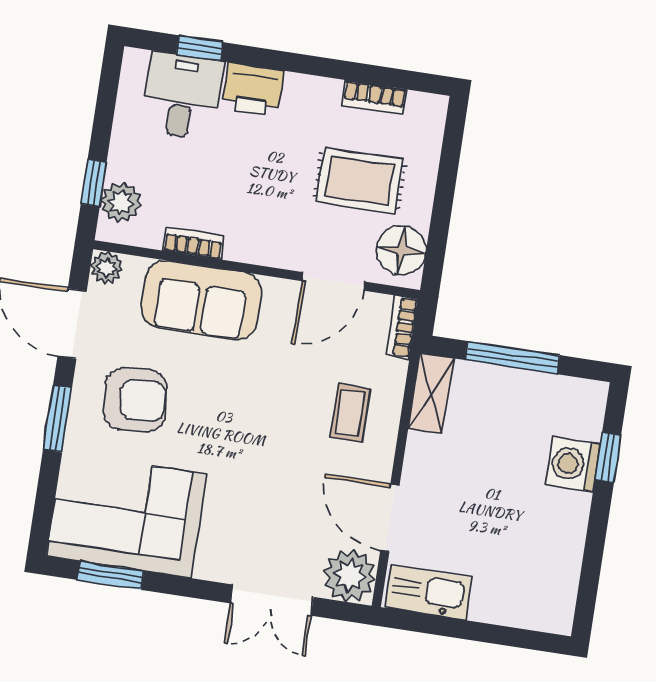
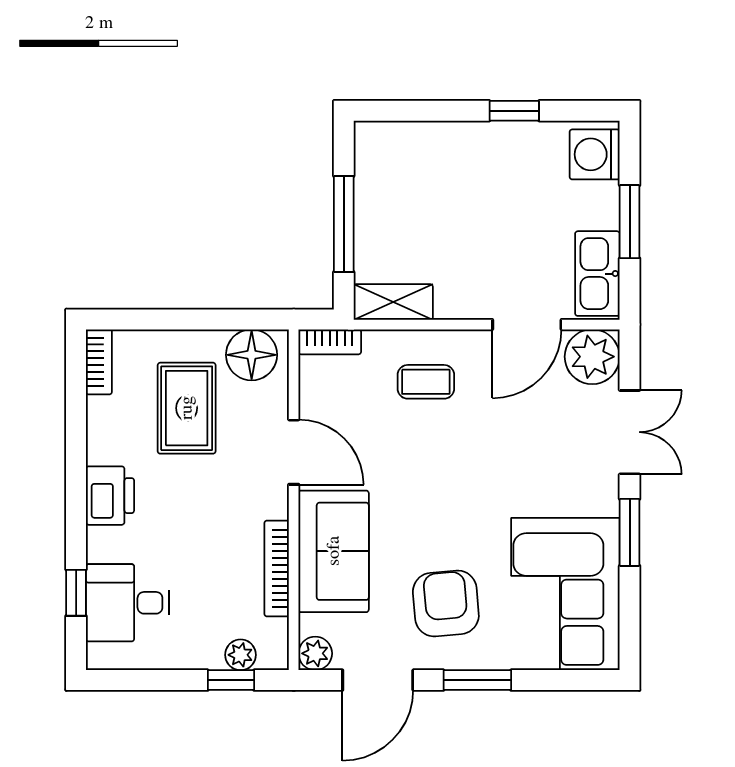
printer: (253, 89) -> (110, 496), moved
bookcase: (374, 97) -> (99, 362), moved
plant: (121, 202) -> (241, 655), width x0.73, depth x0.73
bookcase: (193, 243) -> (277, 568), width x1.56
door: (333, 281) -> (294, 452), moved
window: (608, 458) -> (514, 111), moved
washing machine: (573, 464) -> (595, 154), moved, turned 90
window: (111, 575) -> (630, 532), moved
window: (473, 631) -> (630, 222), added

